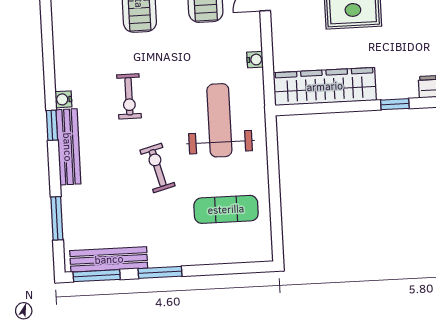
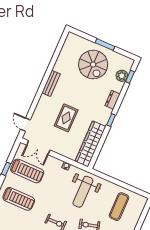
weight bench: (219, 120) -> (83, 192), turned -90

